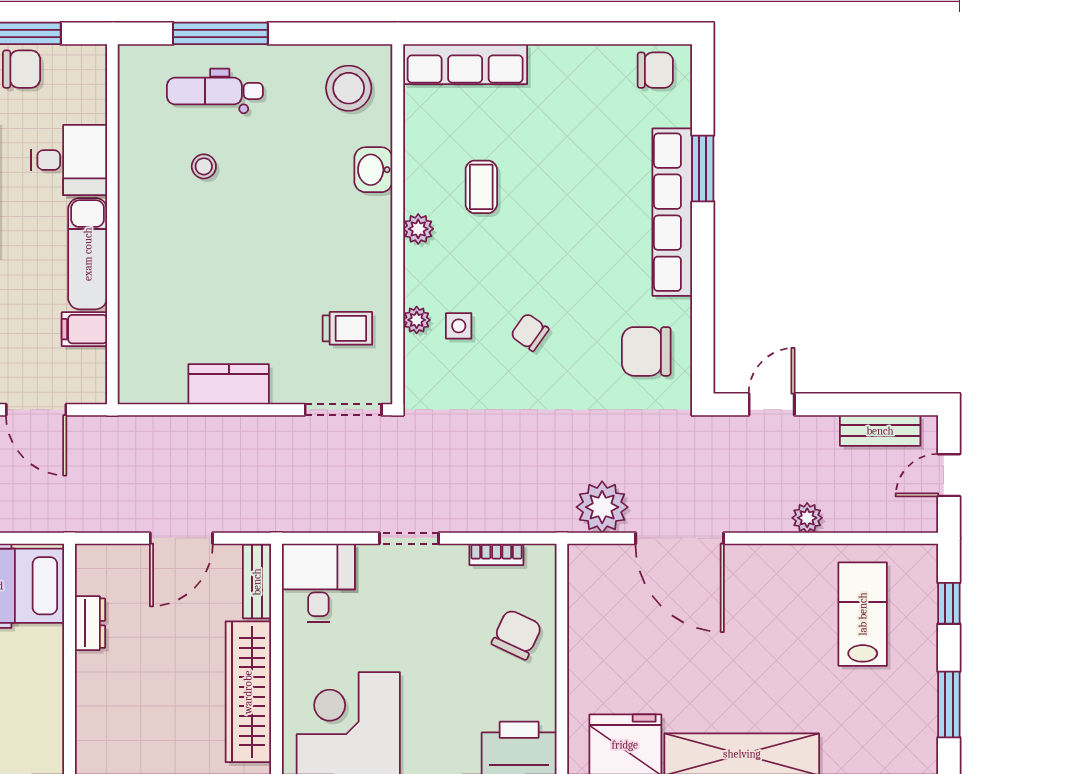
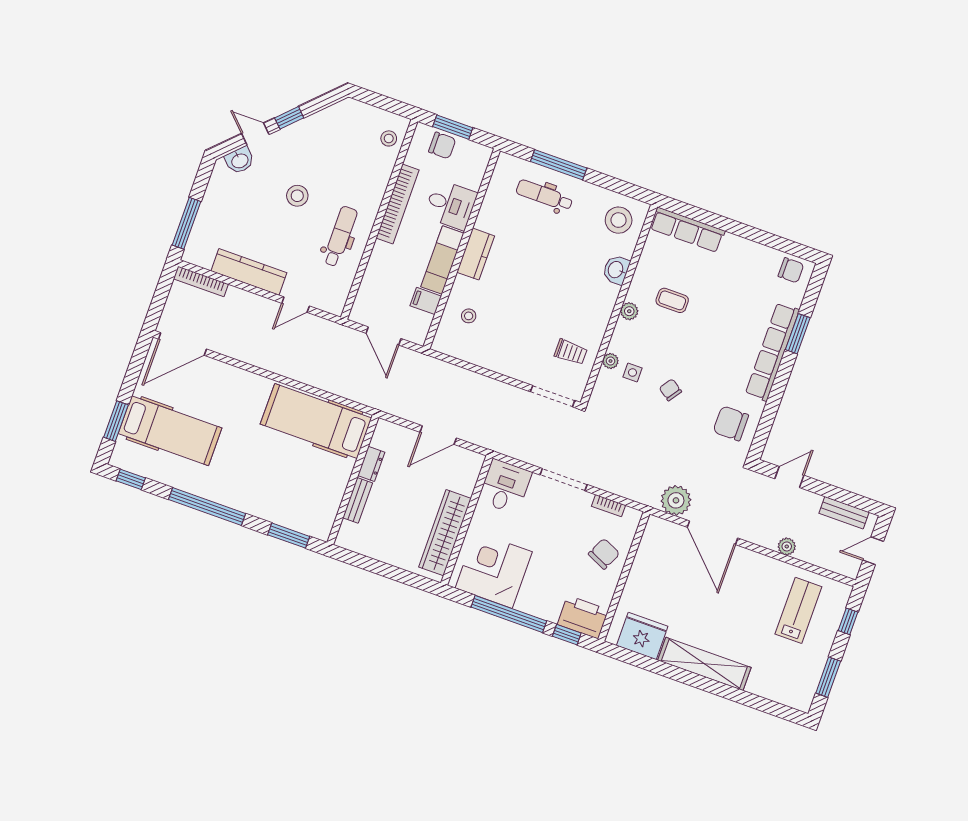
stool: (204, 166) -> (469, 316), moved
coffee table: (481, 187) -> (672, 300), turned 90
kitchen counter: (229, 384) -> (476, 254), moved, turned 90
doorway: (409, 538) -> (564, 480), width x1.38
bench: (257, 582) -> (358, 500), moved

